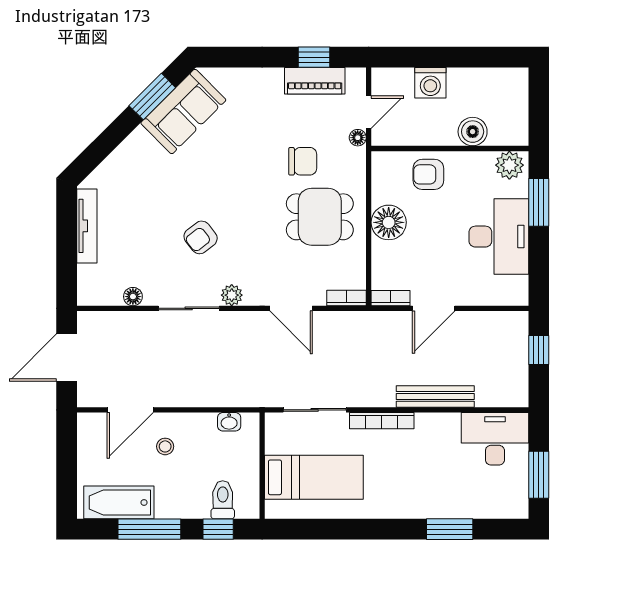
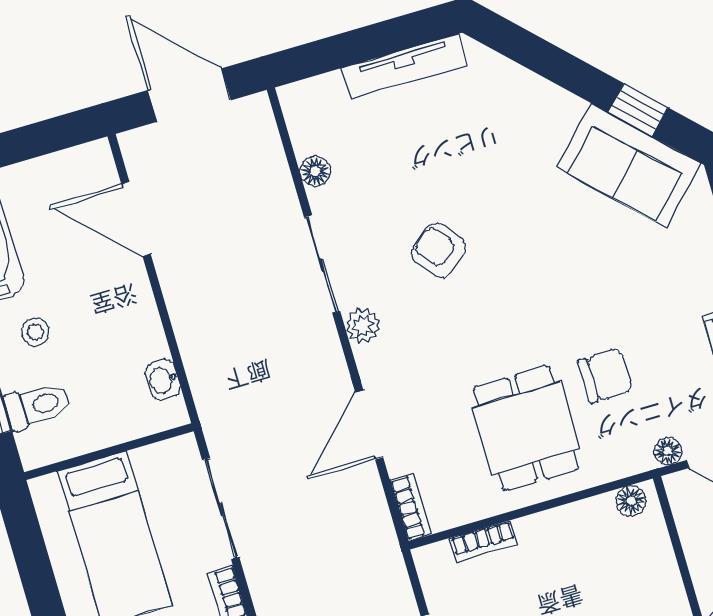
window: (152, 97) -> (638, 110), width x0.67
chair: (303, 161) -> (605, 376), turned -90
armchair: (428, 174) -> (642, 579), removed
floor lamp: (389, 222) -> (631, 501), moved, width x0.53, depth x0.53
bookcase: (391, 298) -> (483, 541), moved, turned 90
stool: (165, 446) -> (35, 332), moved

